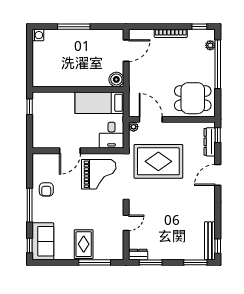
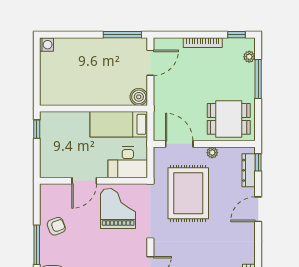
window: (74, 27) -> (122, 35), moved
window: (218, 64) -> (258, 79), width x0.68
plant: (134, 127) -> (212, 153), moved
desk: (112, 135) -> (128, 162), width x1.37
rug: (158, 161) -> (188, 193), turned 90
grand piano: (99, 174) -> (118, 208), turned -90
armchair: (46, 189) -> (56, 226), turned -111

